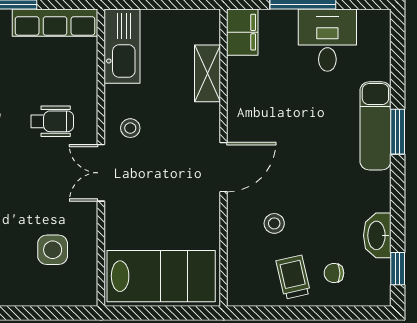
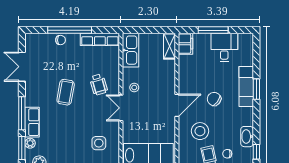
shelving: (208, 73) -> (170, 46), moved
wheelchair: (52, 121) -> (99, 84), turned 74
chair: (305, 153) -> (214, 99), added
stool: (274, 223) -> (200, 131), width x1.89, depth x1.89

